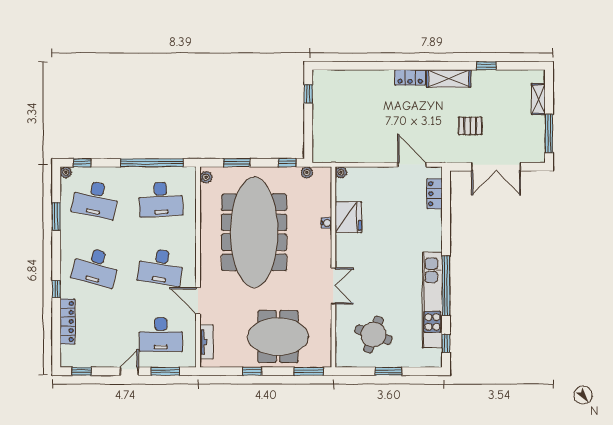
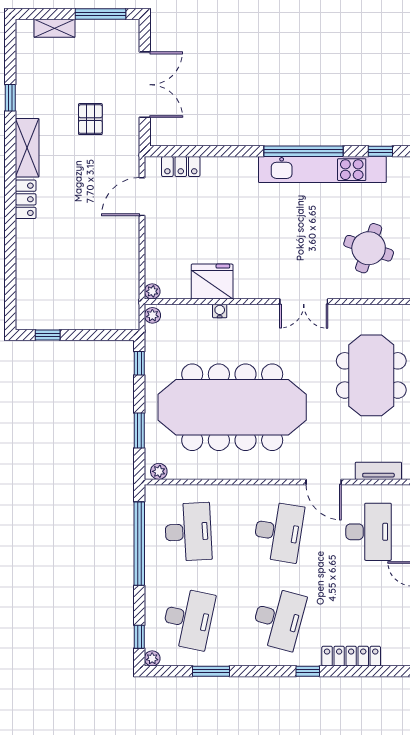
plant: (307, 172) -> (152, 315), moved
double door: (333, 286) -> (304, 302), swing flipped
door: (198, 301) -> (324, 482), hinge flipped

